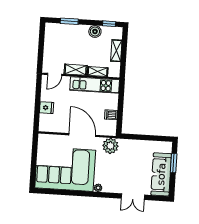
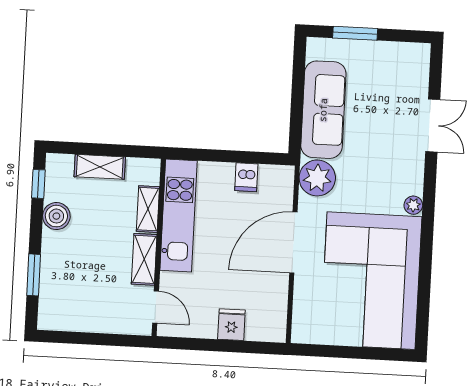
sofa: (161, 174) -> (323, 110), moved, turned -90

